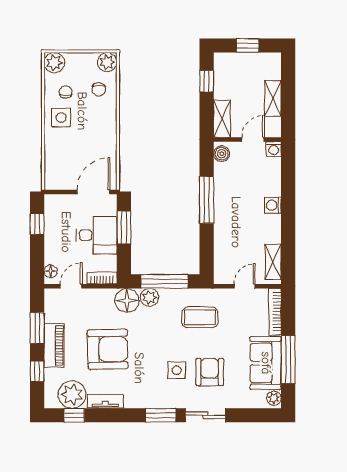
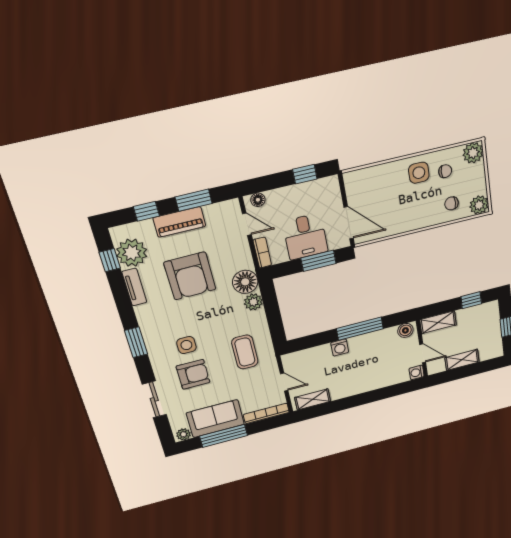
washing machine: (273, 205) -> (340, 348), moved, turned 180
window: (164, 281) -> (273, 312), removed
sliding door: (205, 415) -> (154, 399), moved

